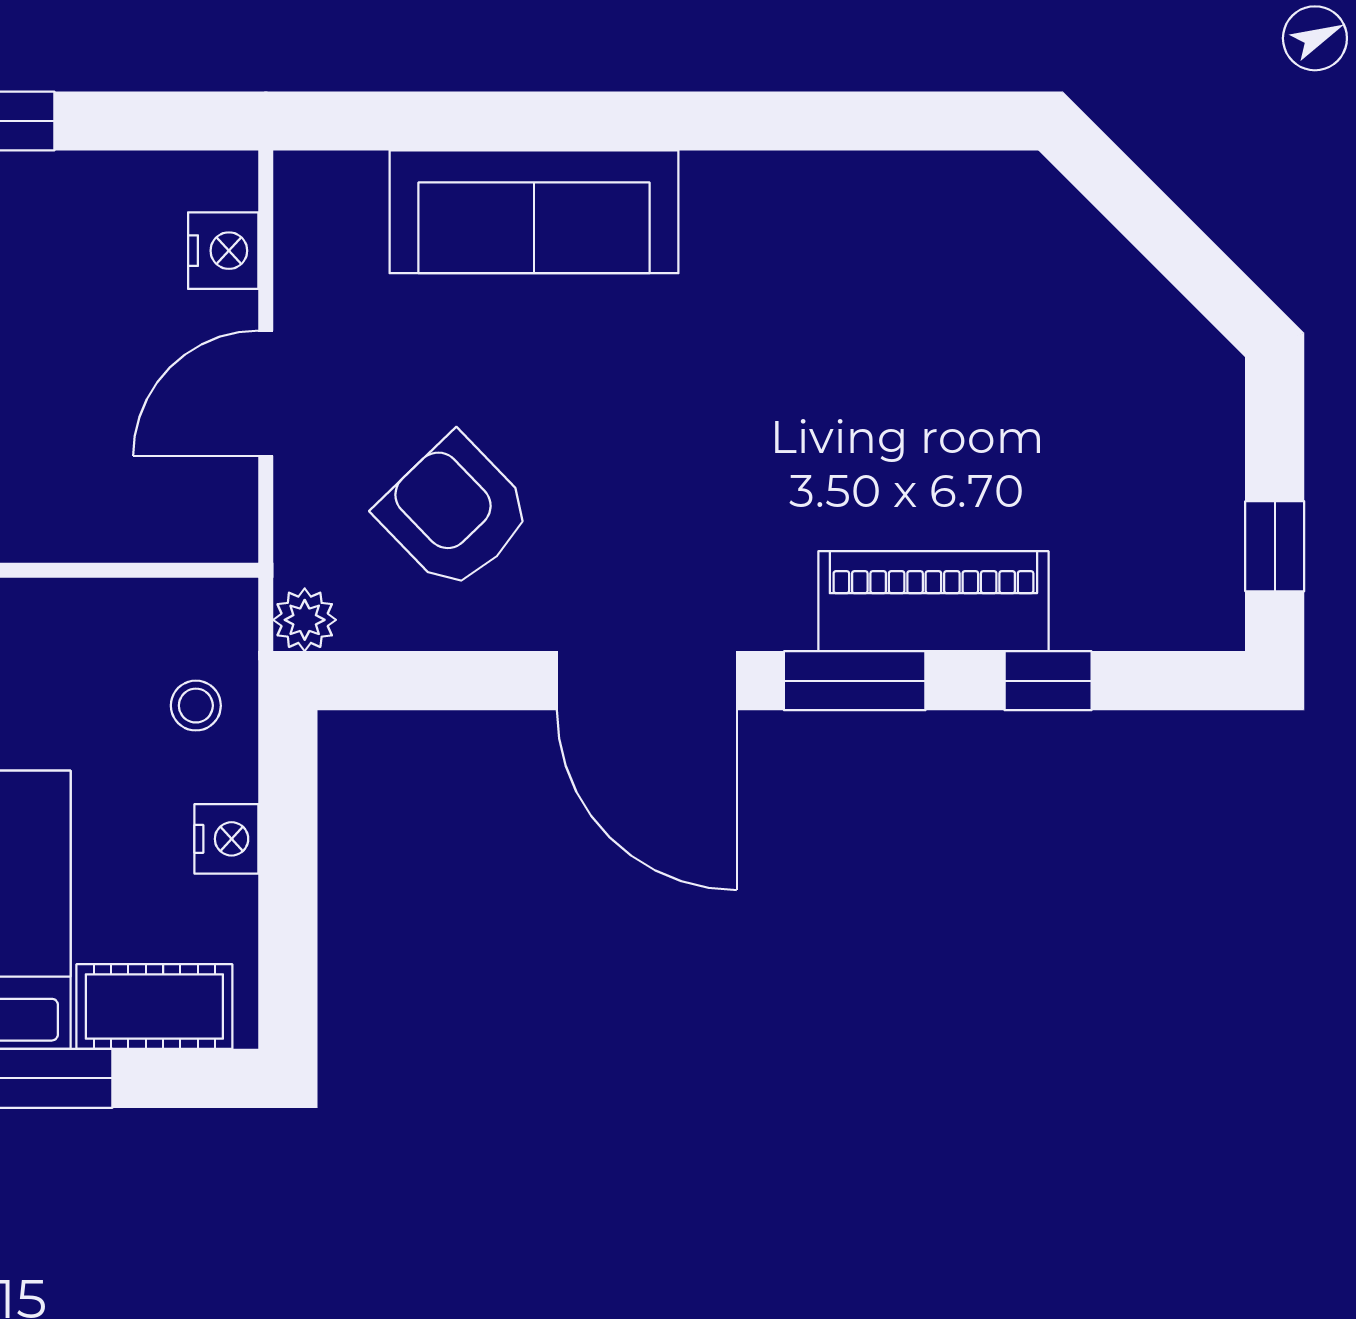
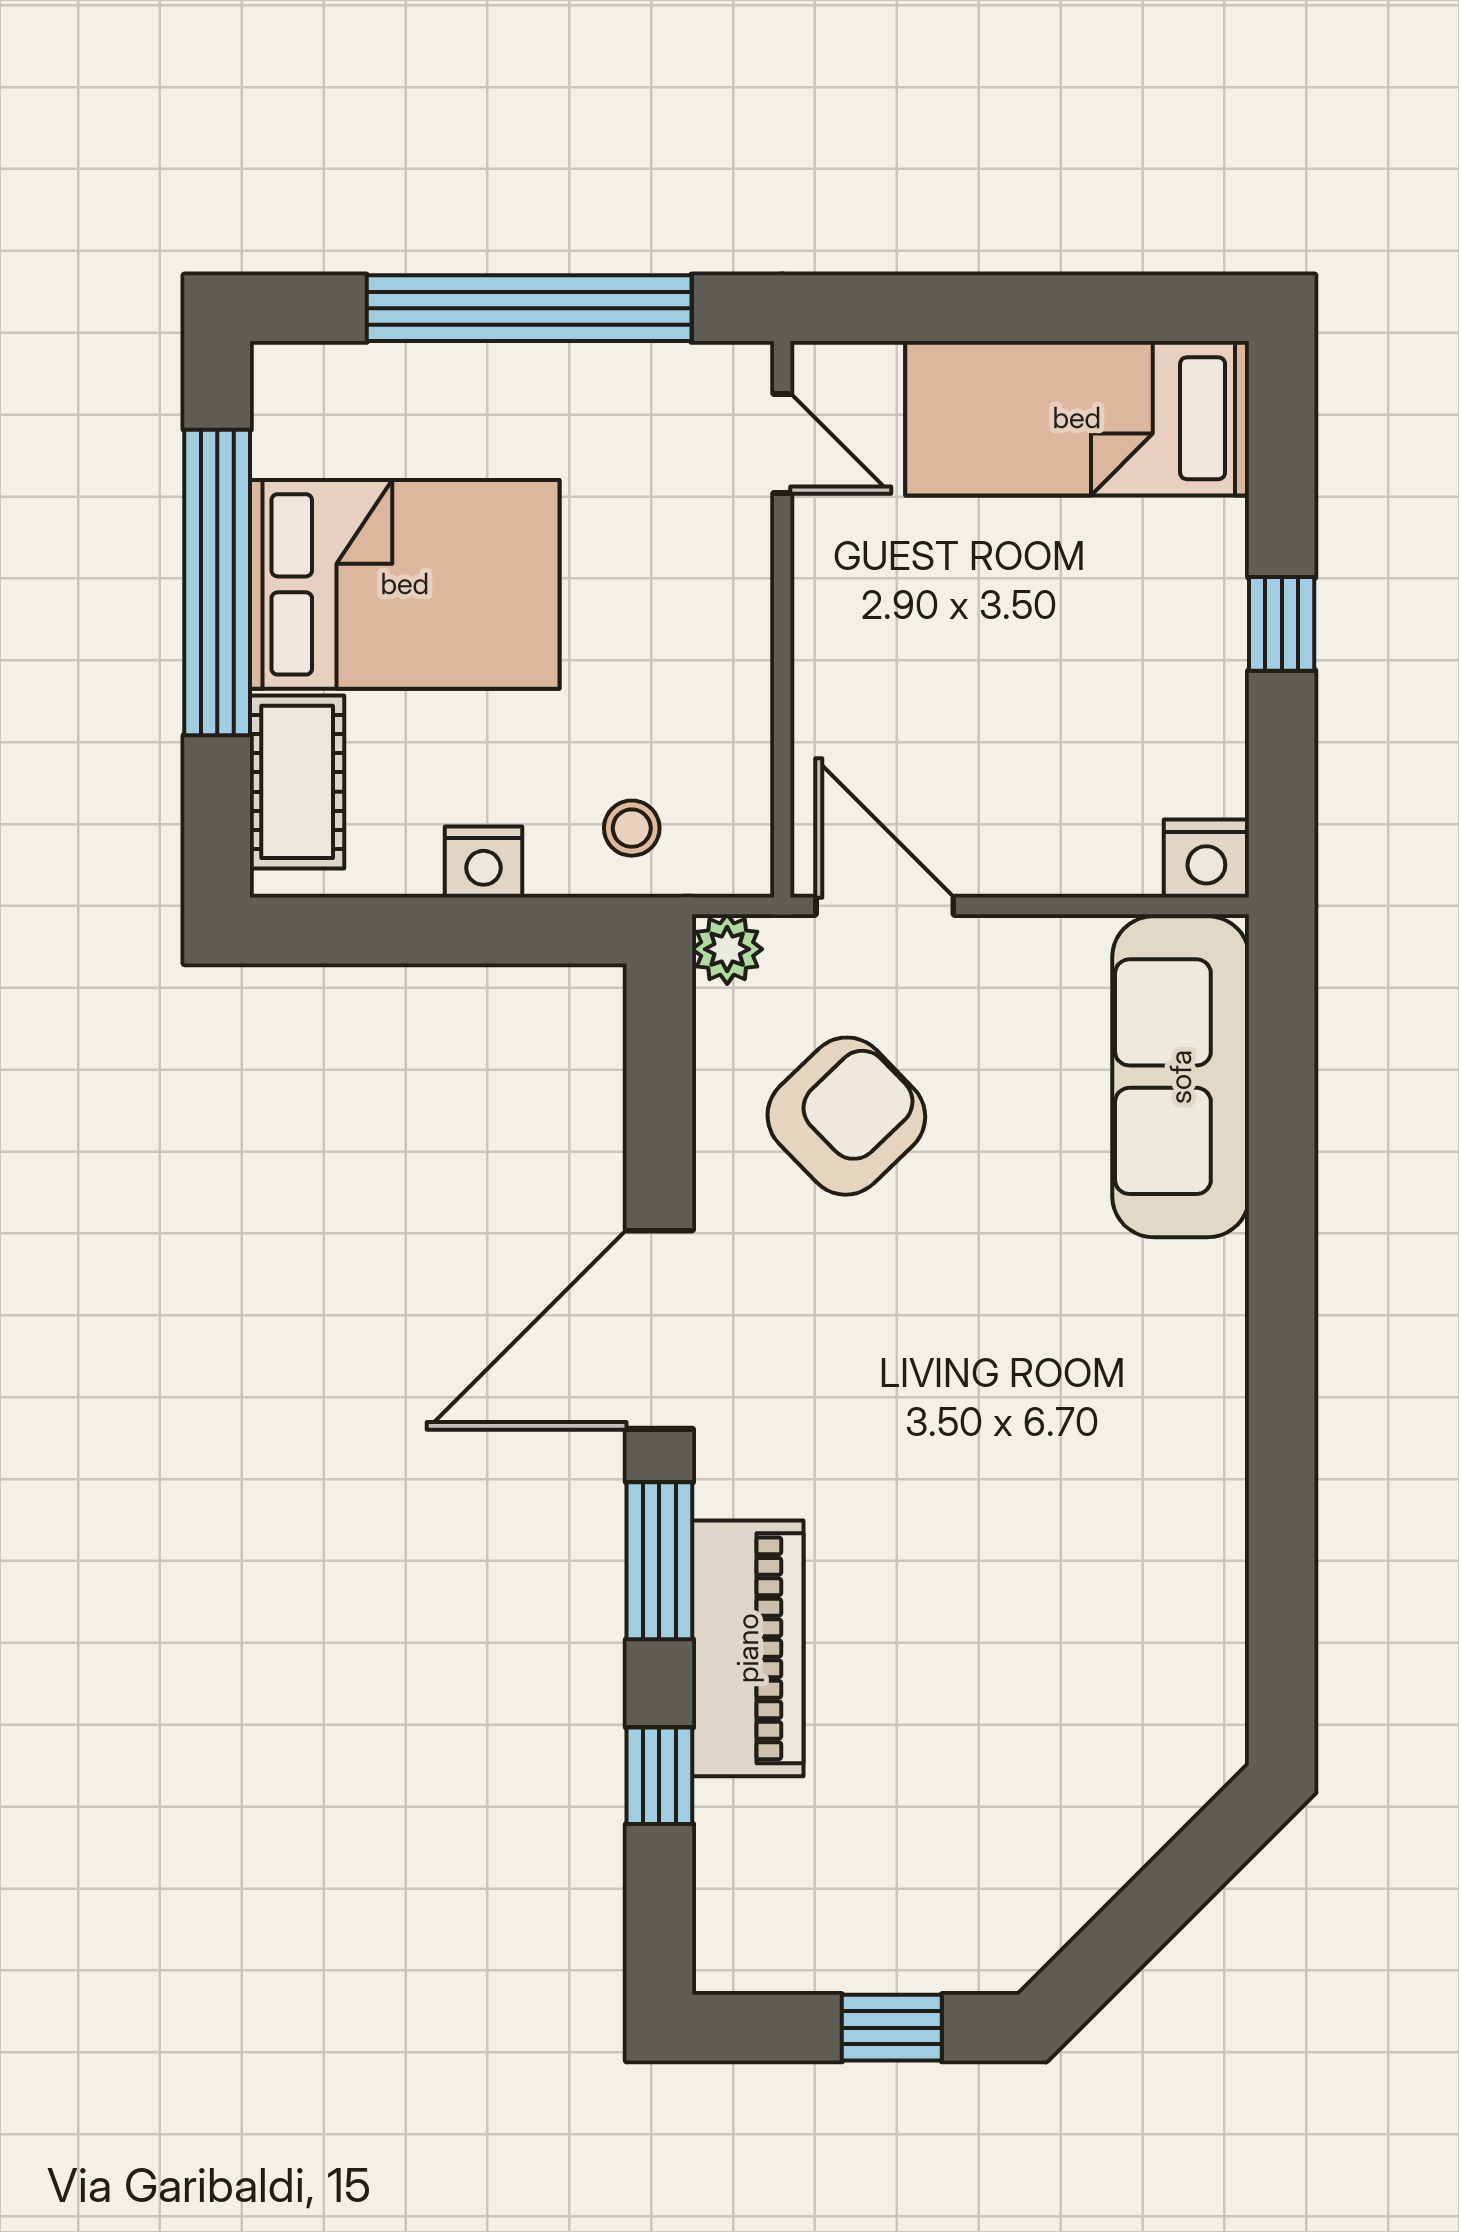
sofa: (534, 212) -> (1181, 1077), moved
nightstand: (223, 251) -> (1206, 859), moved
door: (266, 393) -> (885, 906), moved
window: (1275, 546) -> (892, 2028), moved

